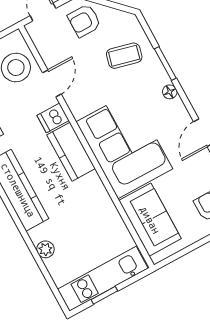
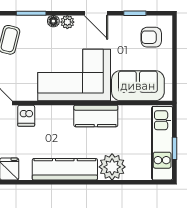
plant: (177, 107) -> (67, 22), added
kitchen counter: (71, 152) -> (96, 116), moved
plant: (45, 249) -> (112, 167), width x1.88, depth x1.88

